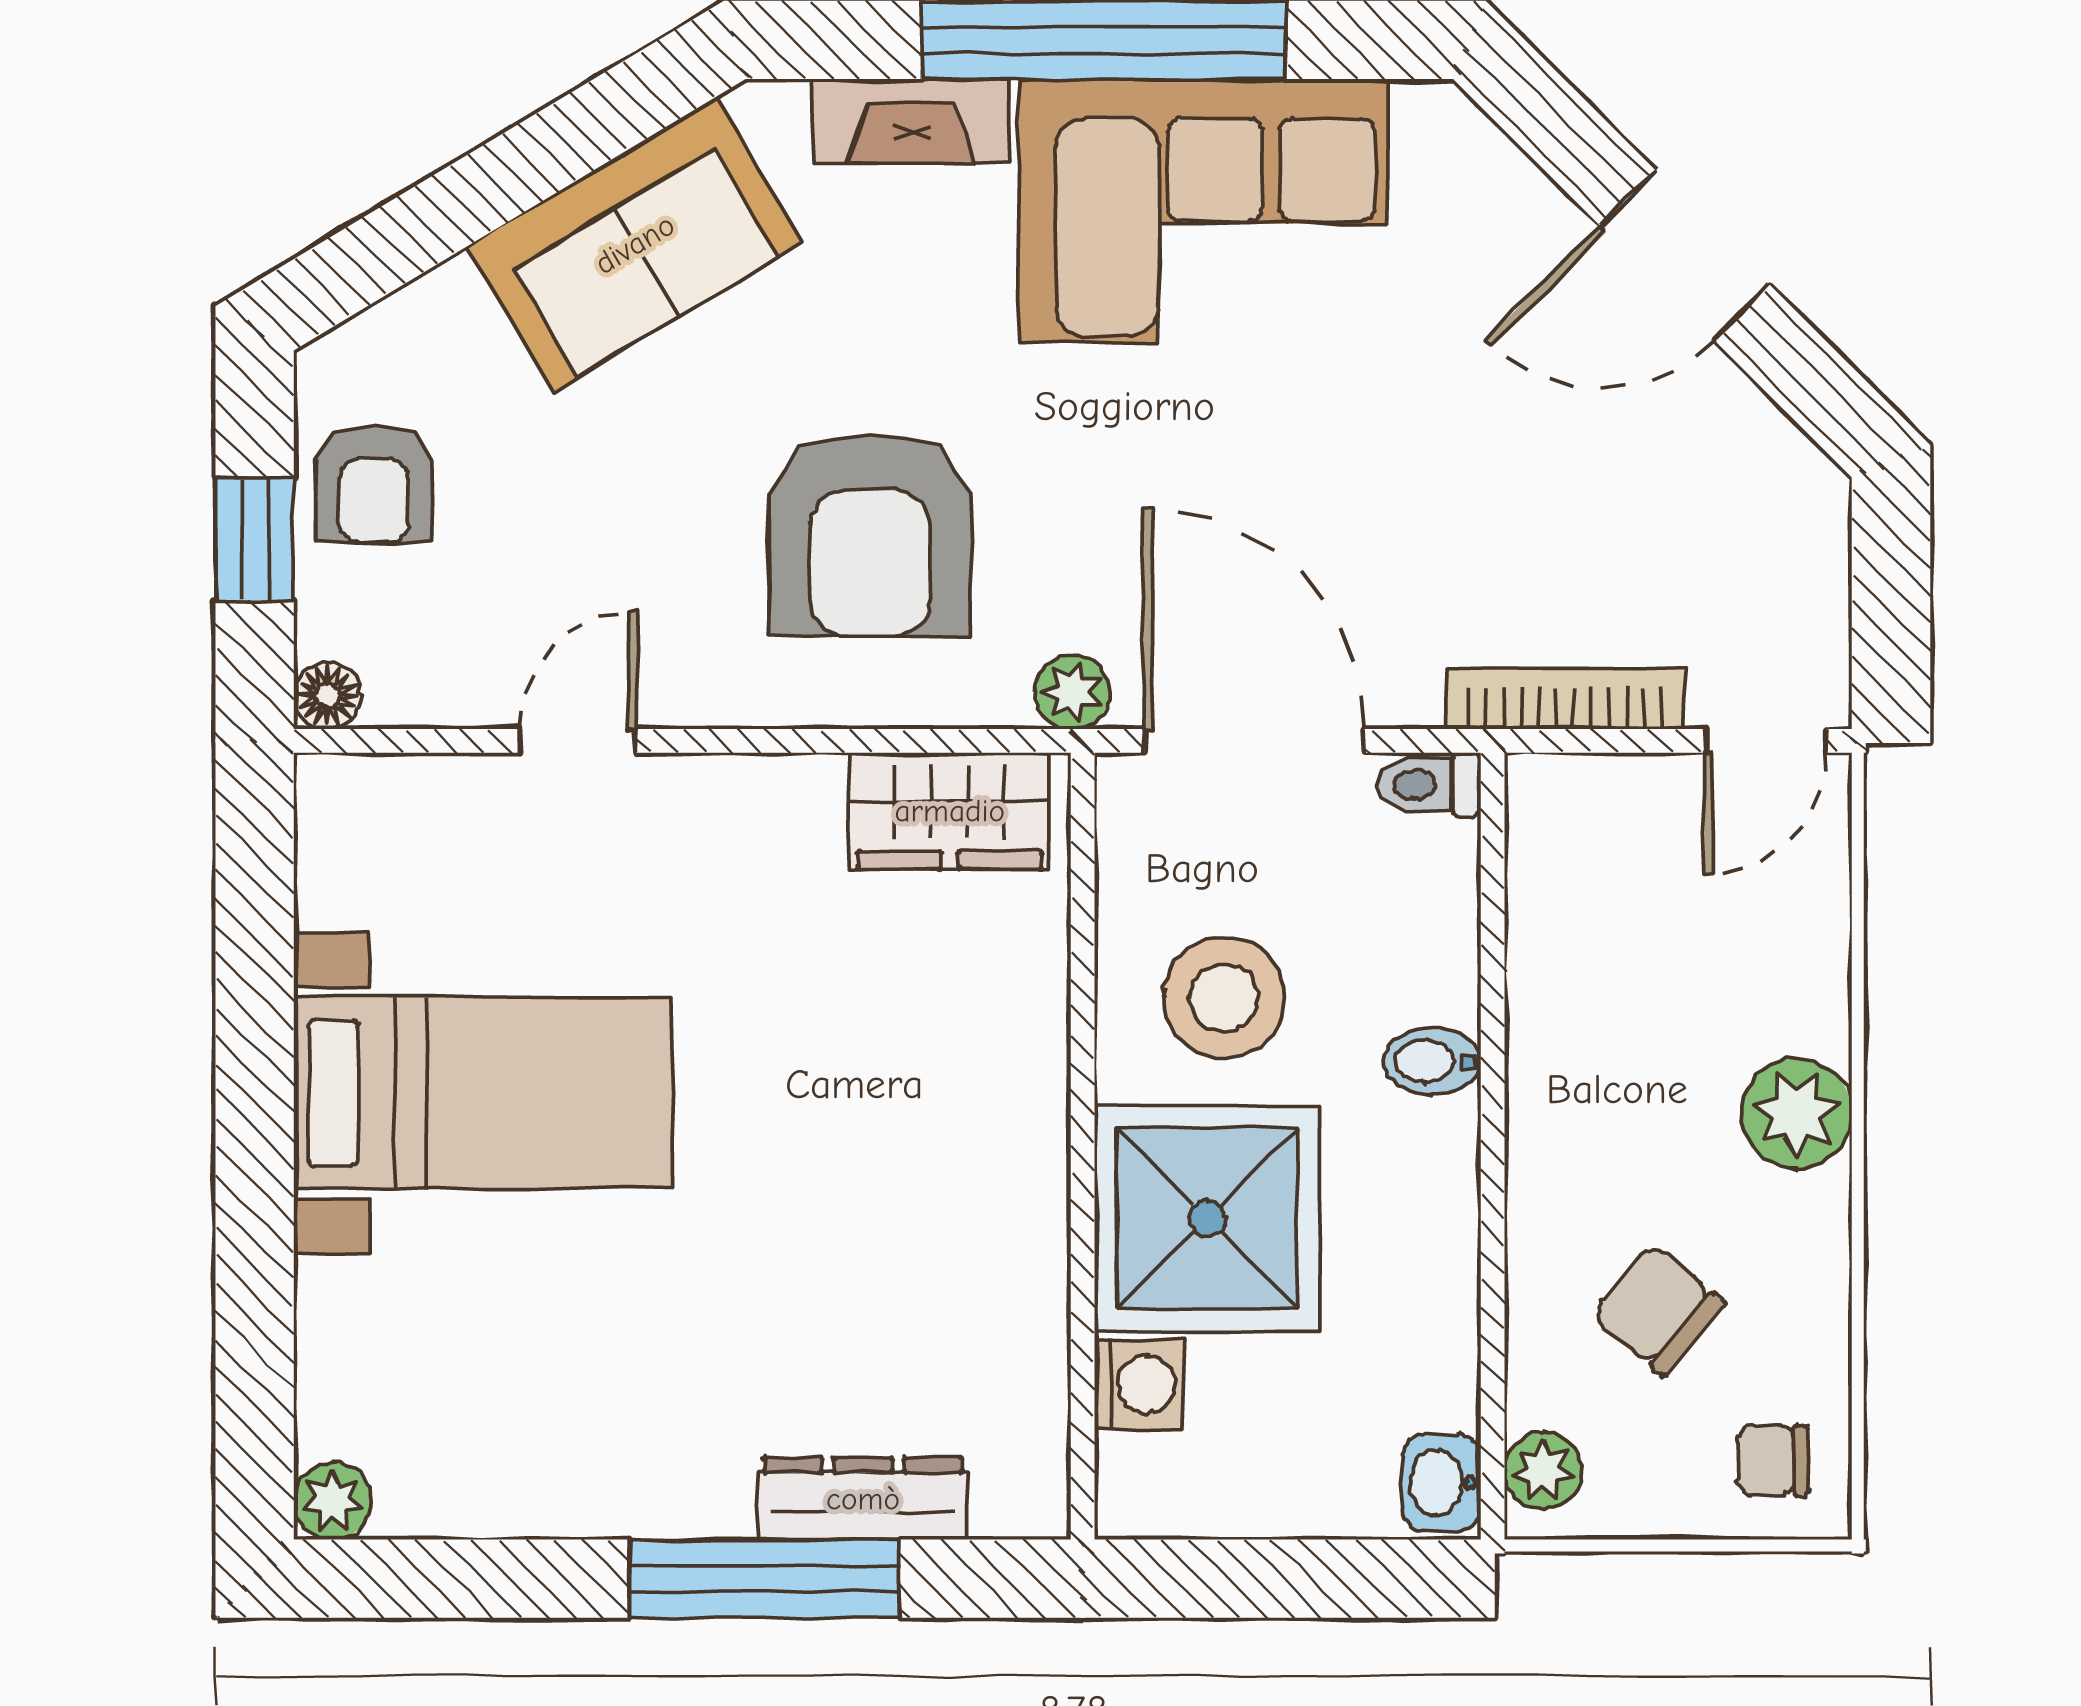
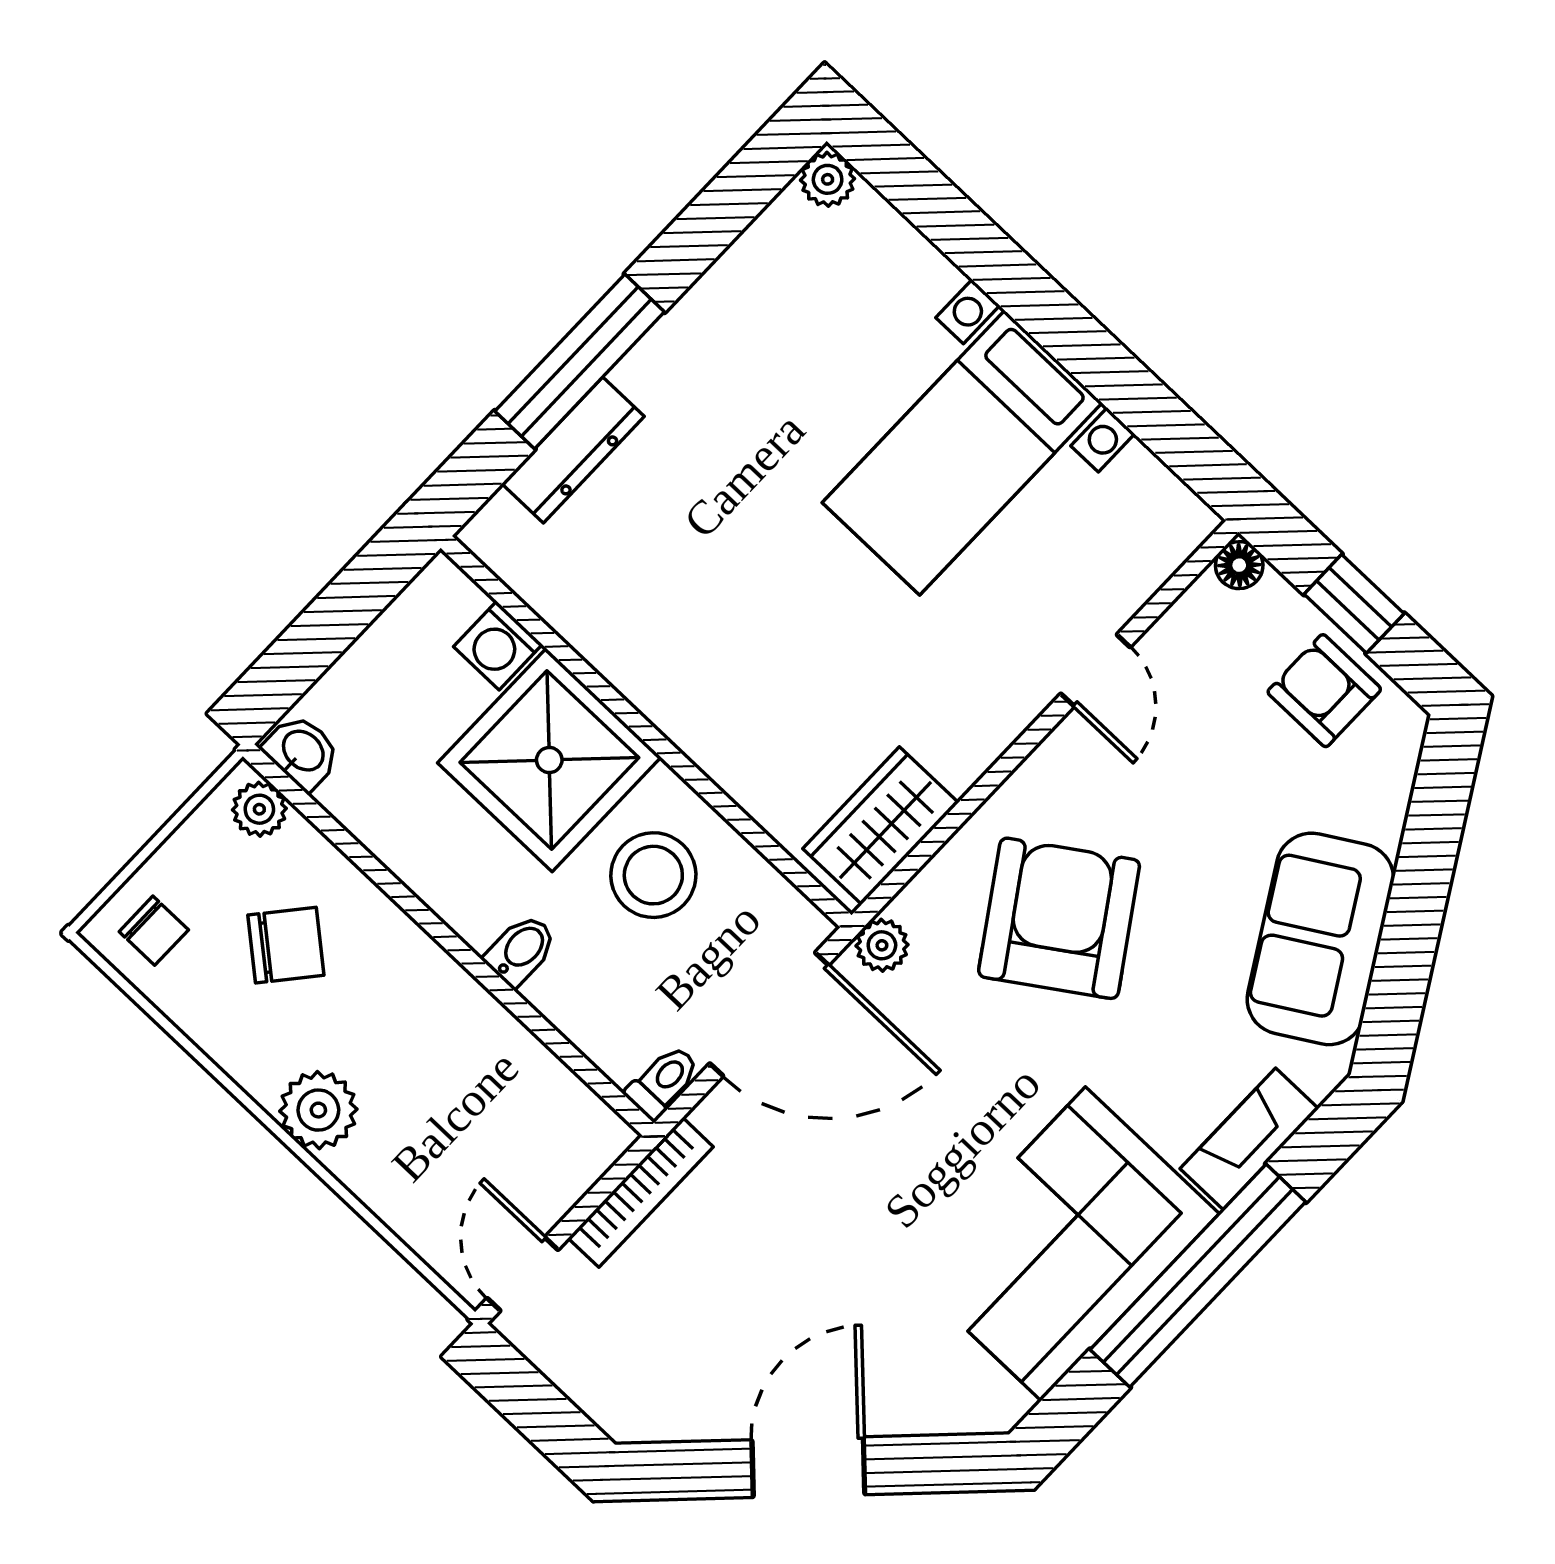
armchair: (870, 535) -> (1059, 918), turned 56
chair: (1773, 1460) -> (154, 931), turned 90

